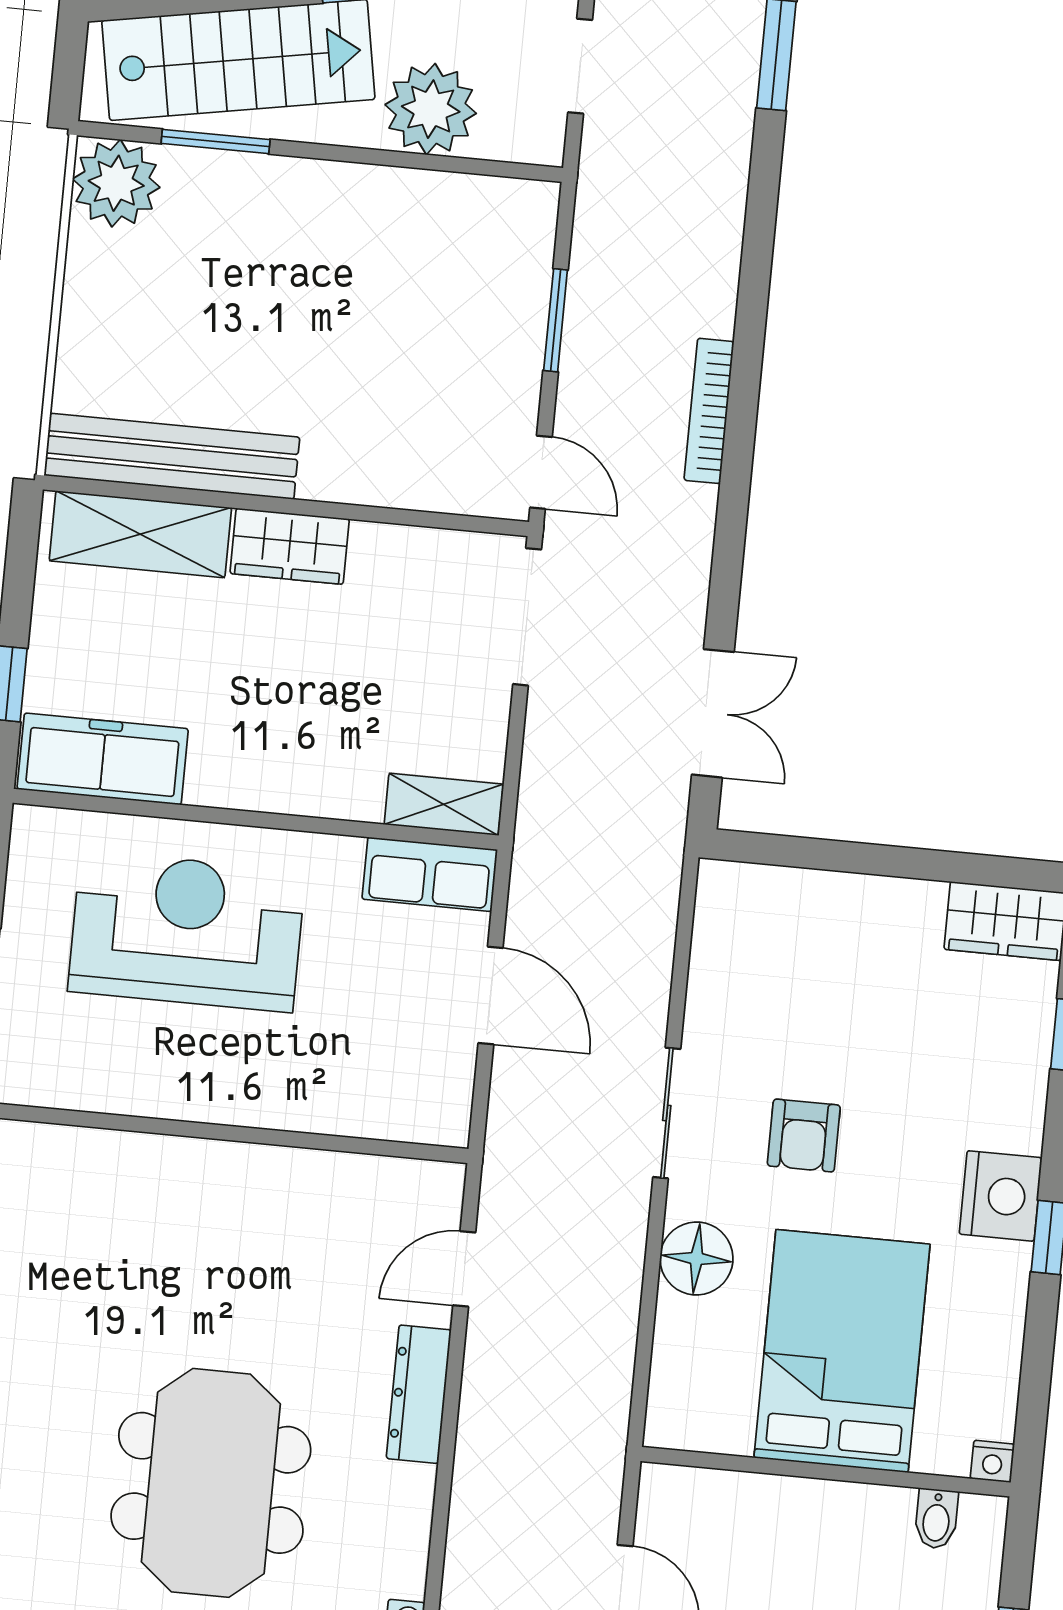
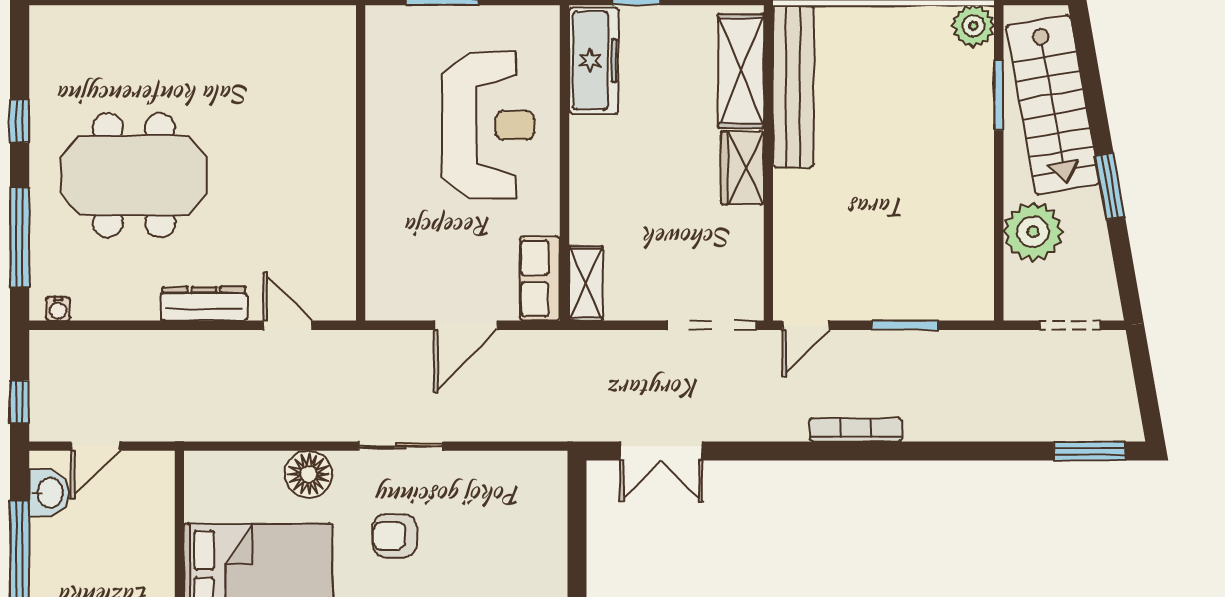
plant: (116, 183) -> (973, 26), width x0.73, depth x0.73

